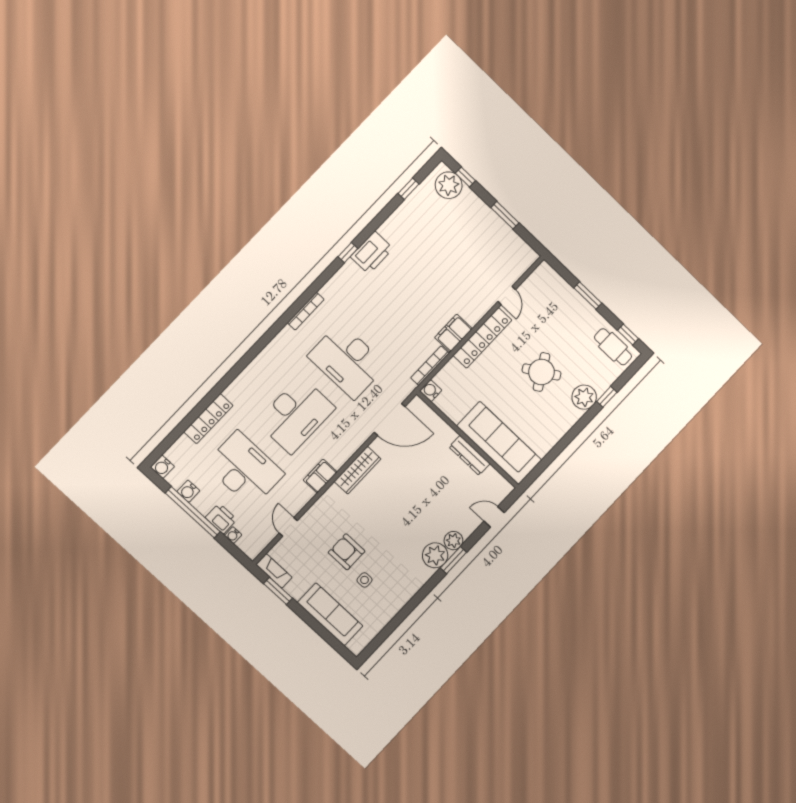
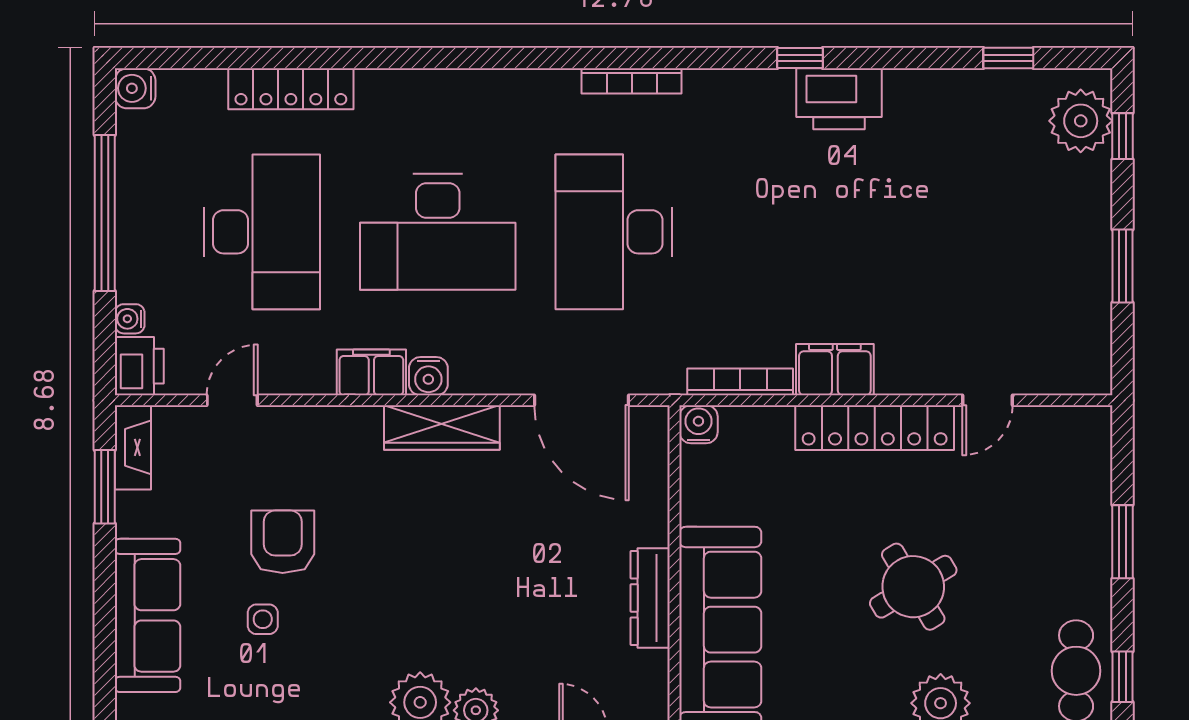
water cooler: (188, 491) -> (428, 376), moved, turned -90
printer: (221, 519) -> (139, 366), moved

